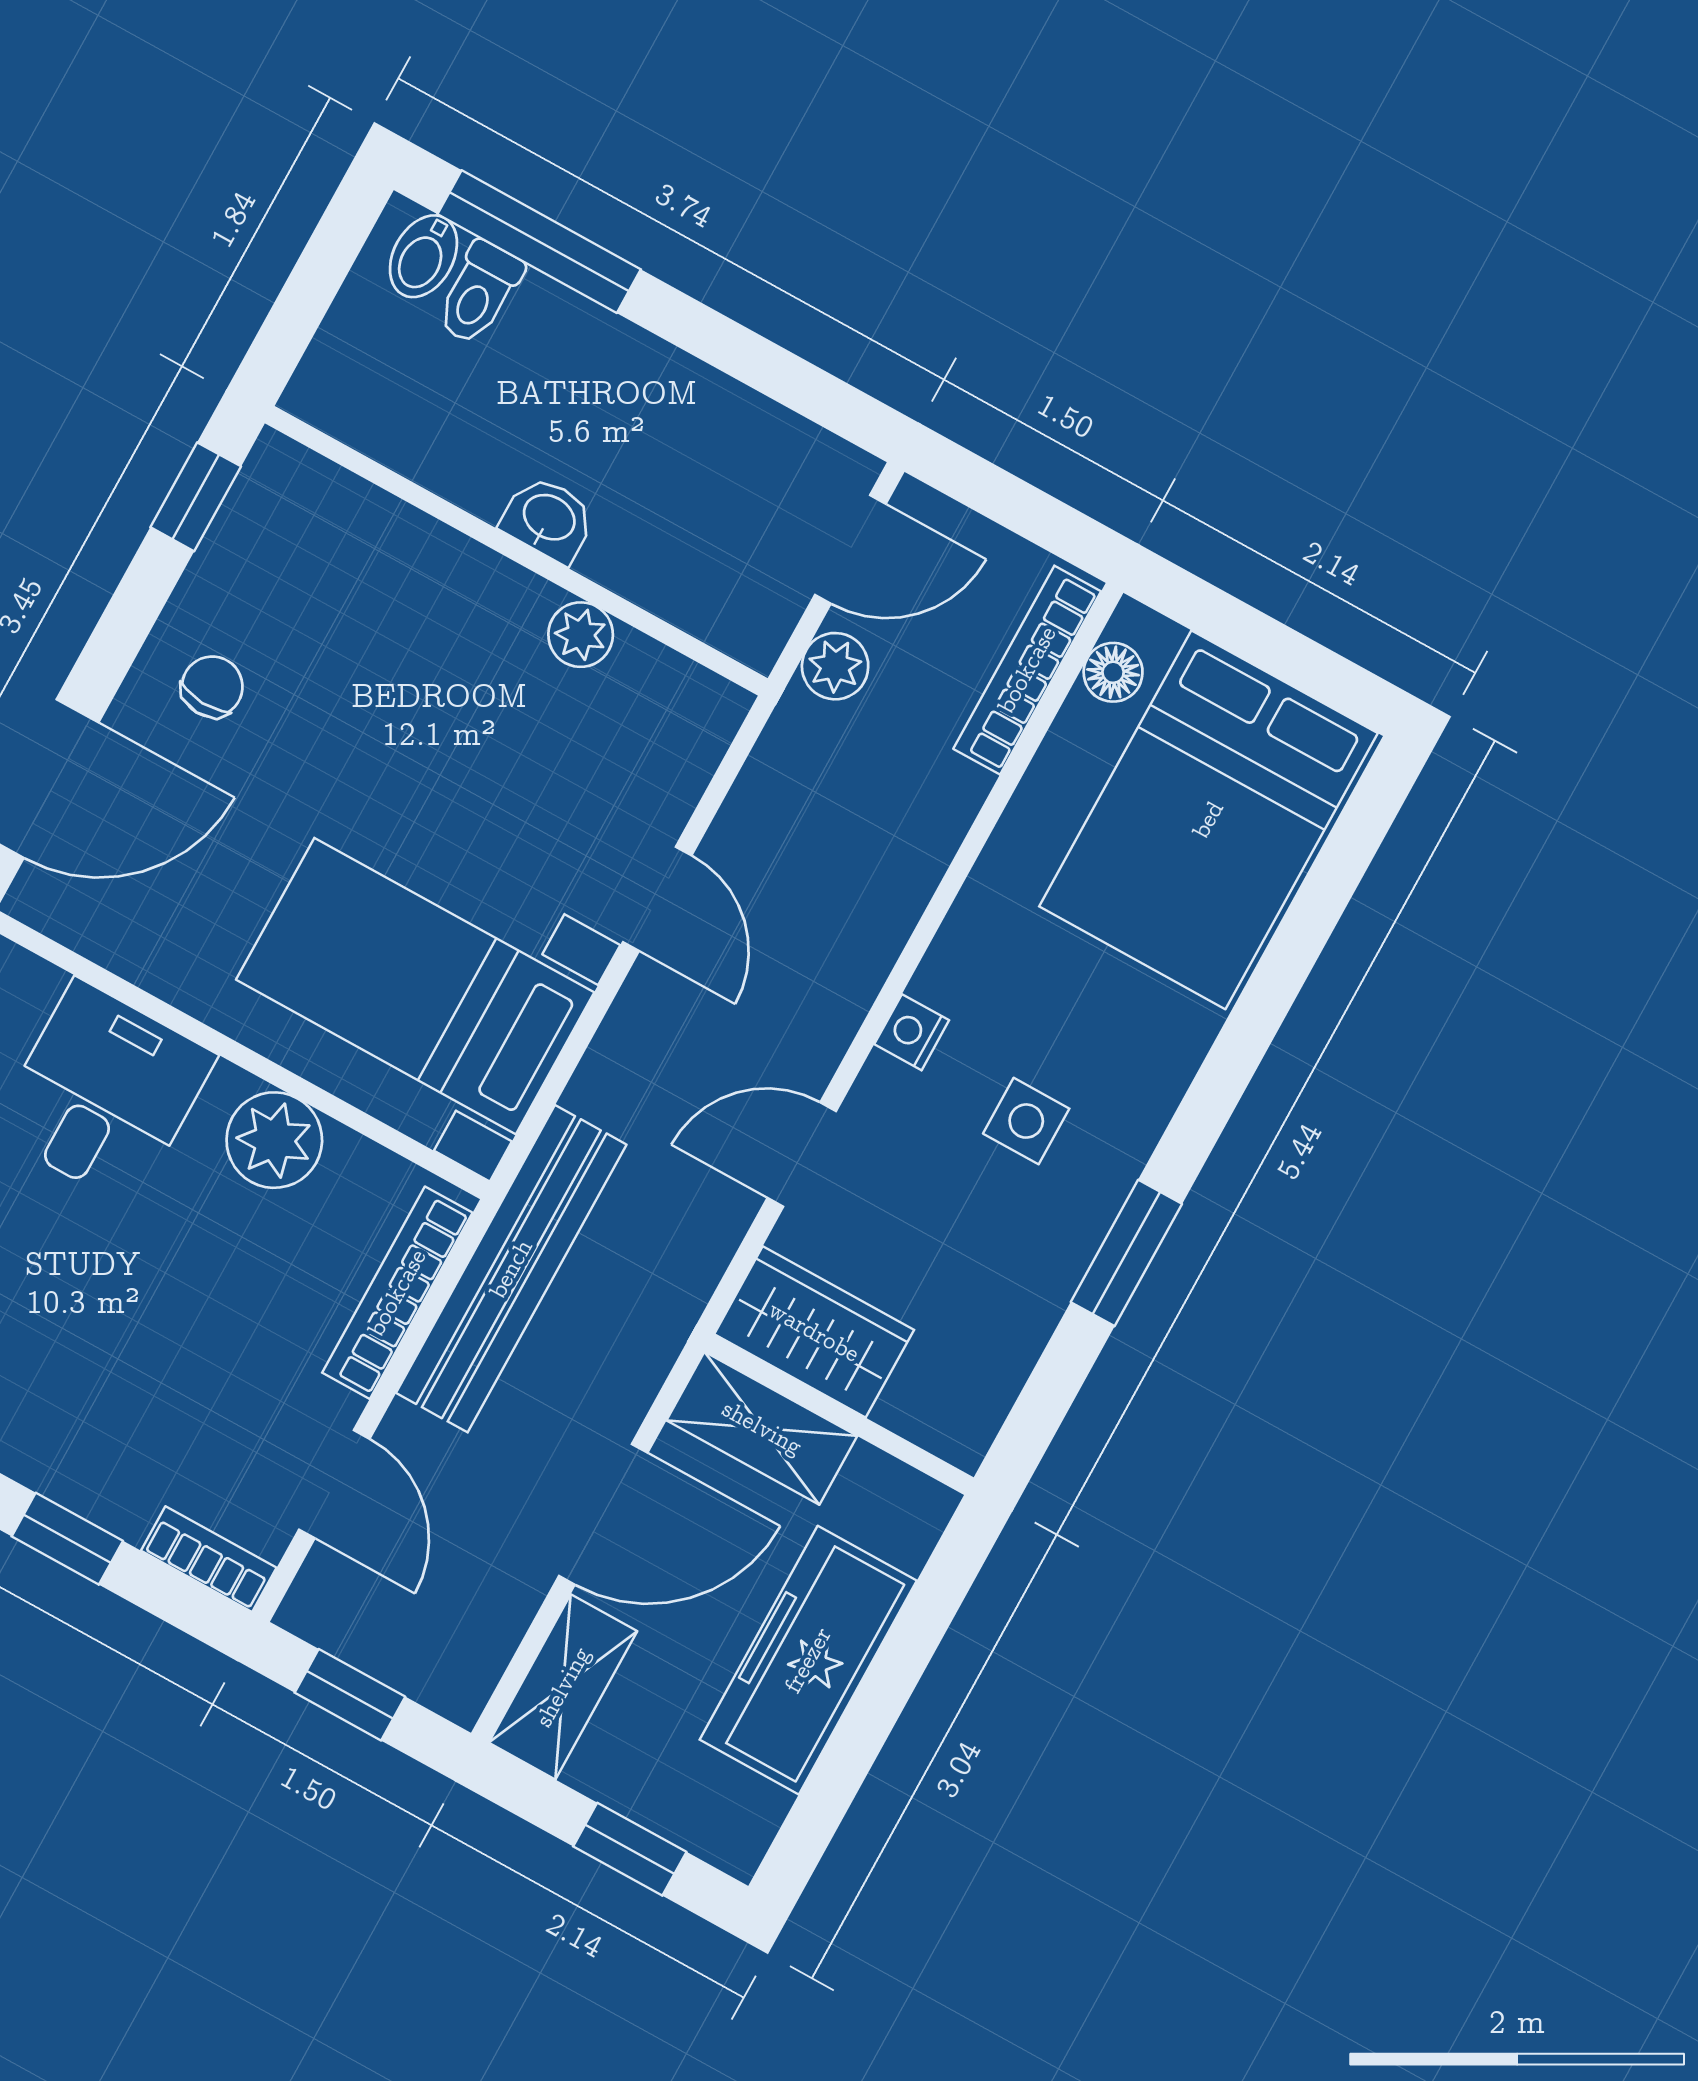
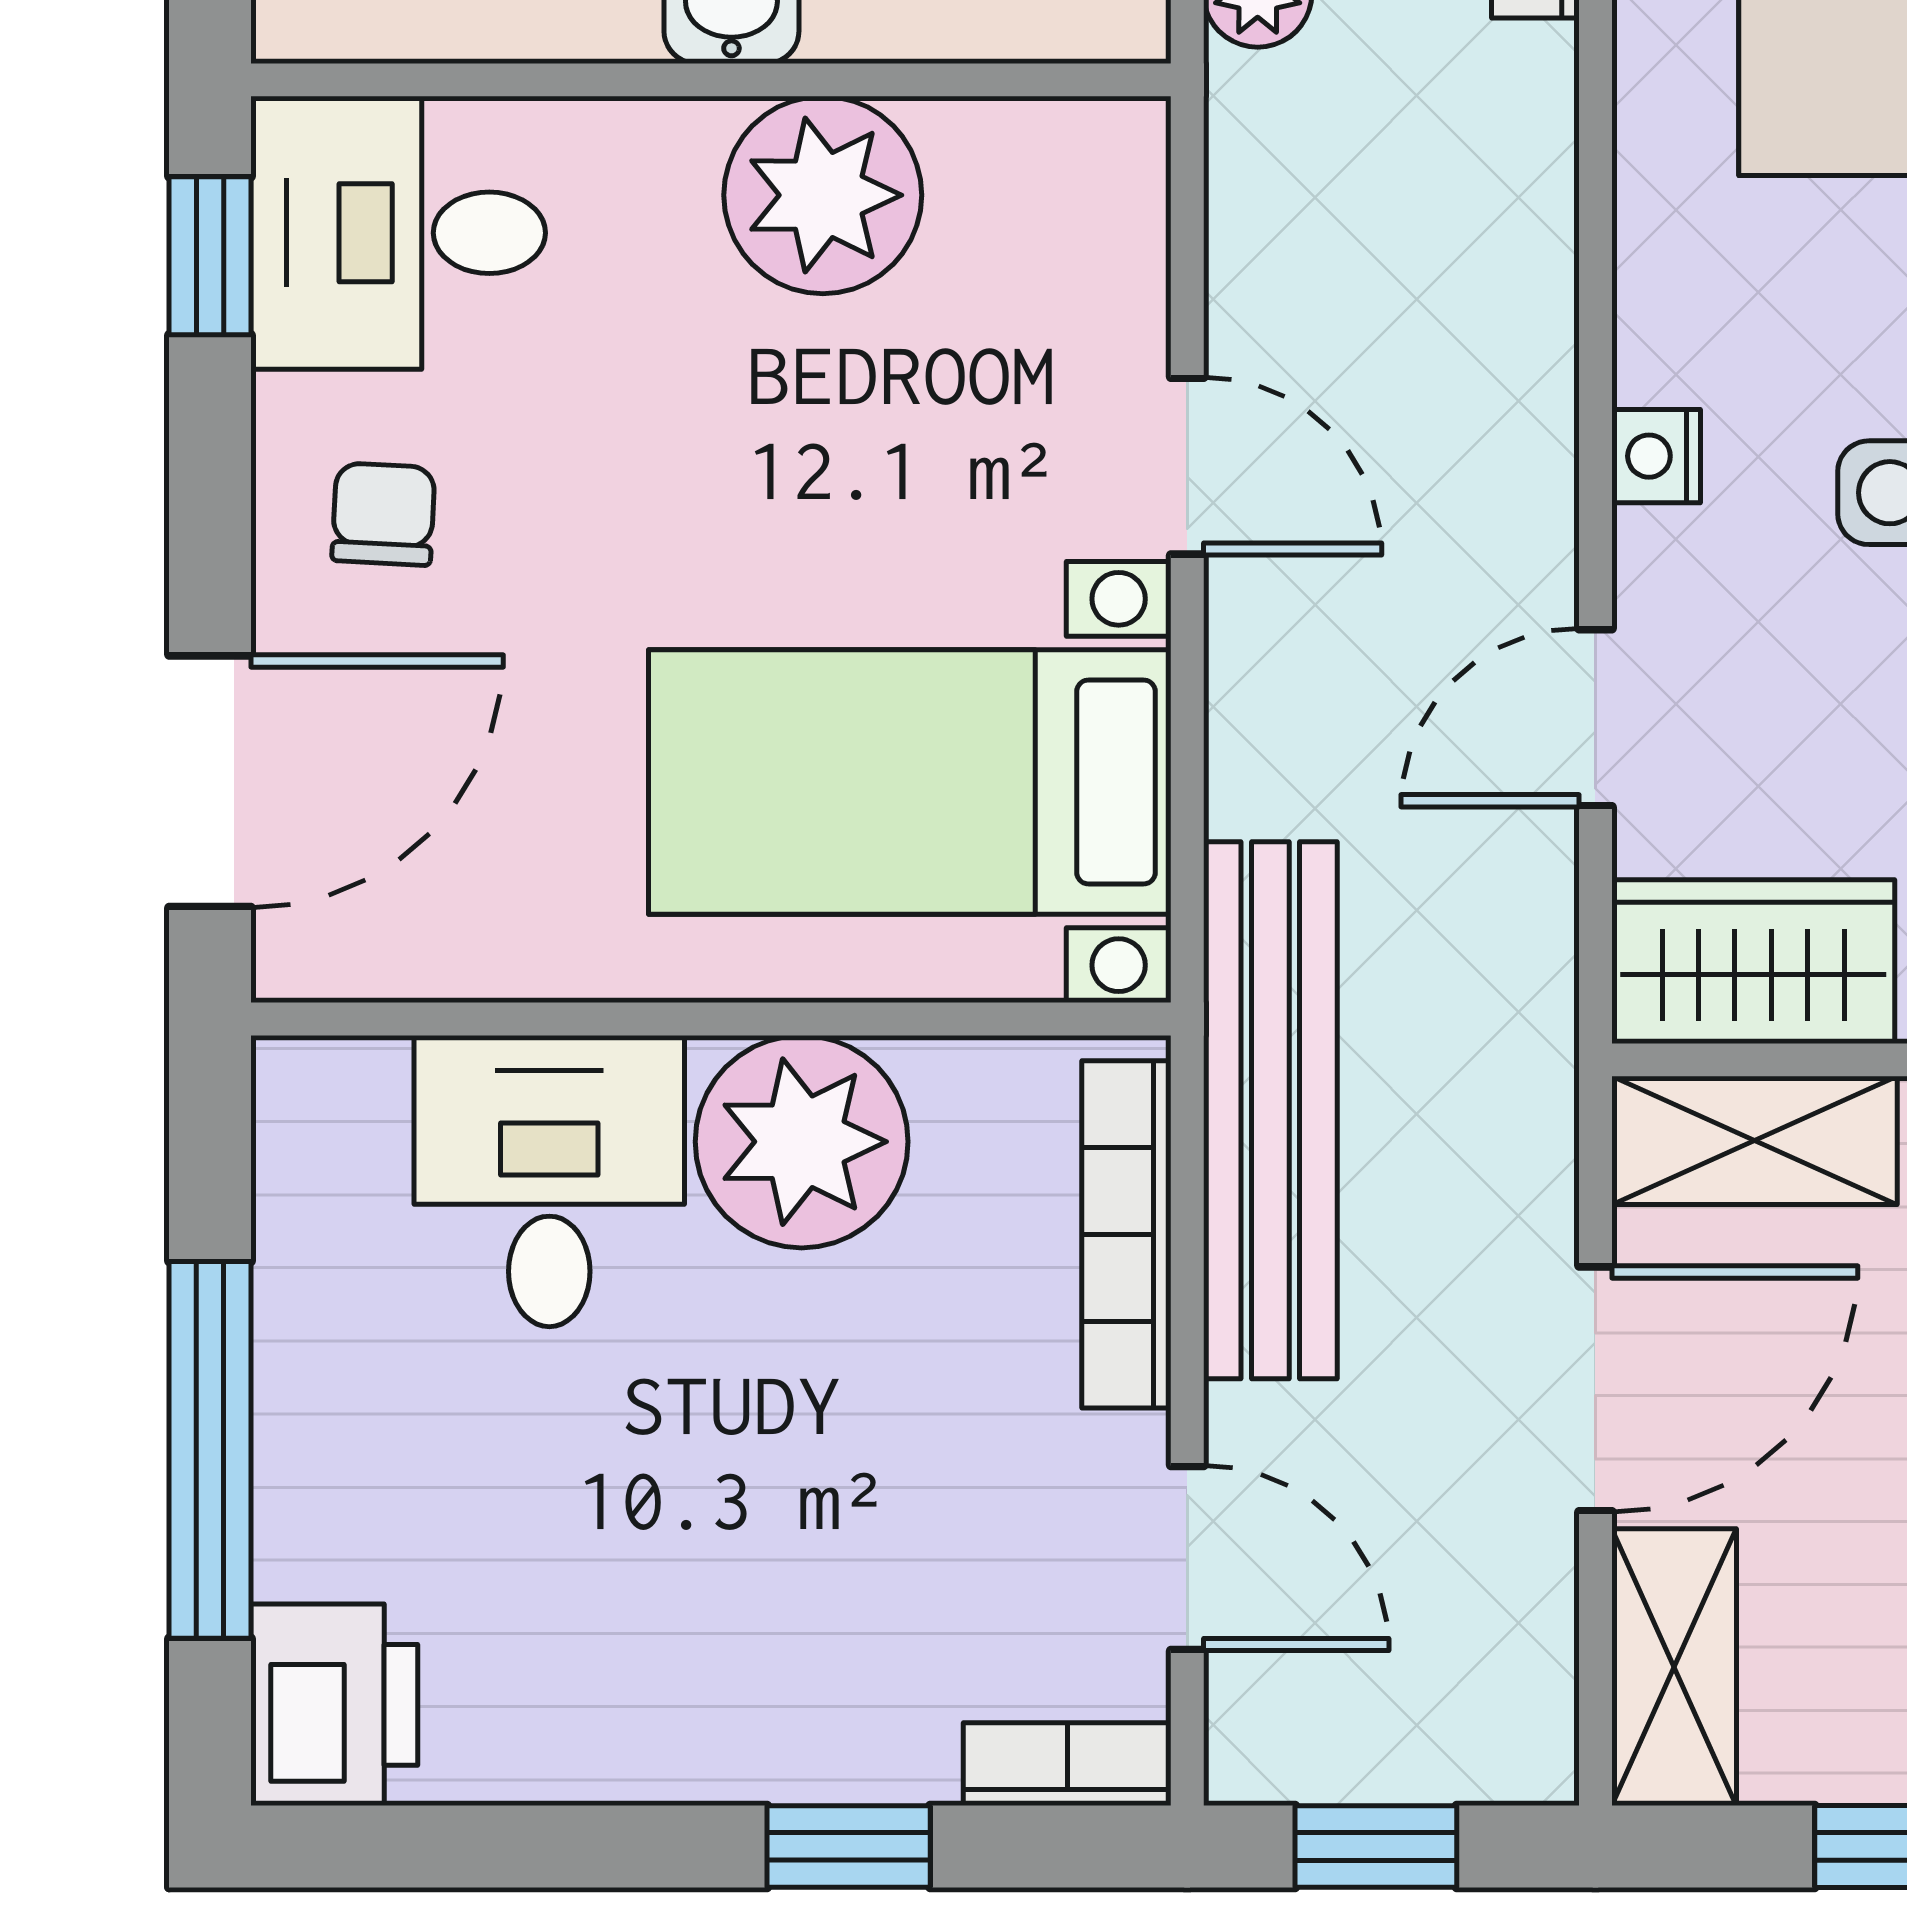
desk: (303, 540) -> (398, 233), added
plant: (581, 635) -> (823, 195), width x1.87, depth x1.87
plant: (274, 1140) -> (802, 1142), width x1.36, depth x1.36

